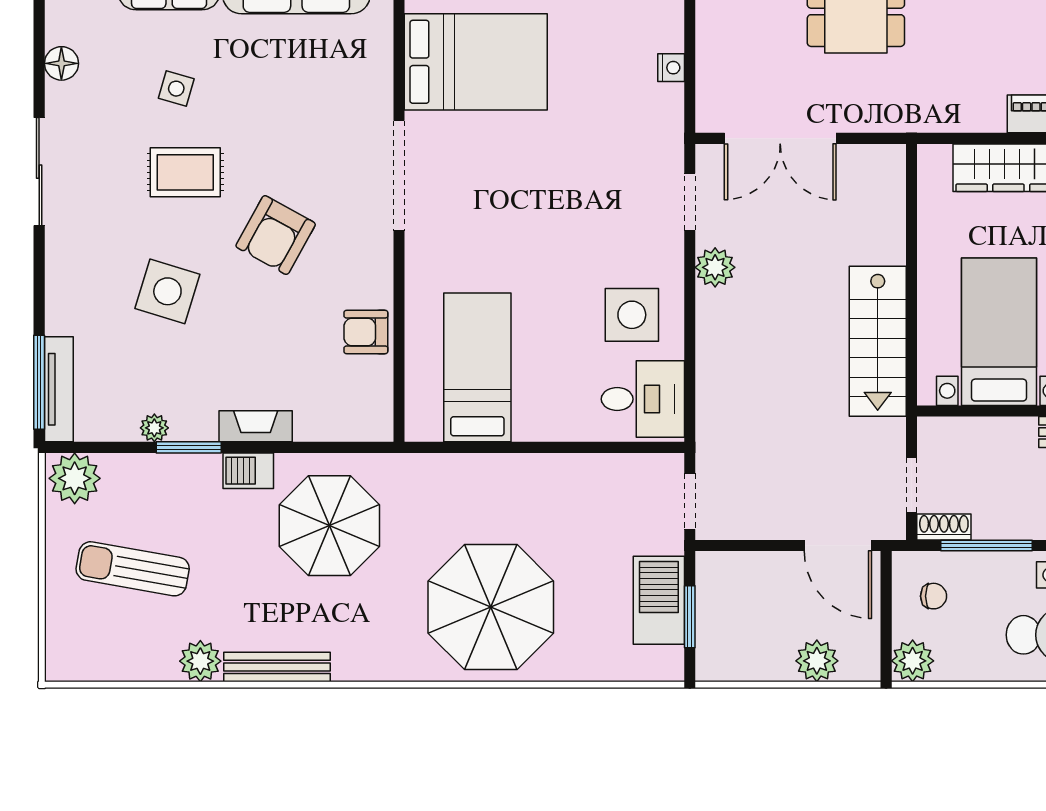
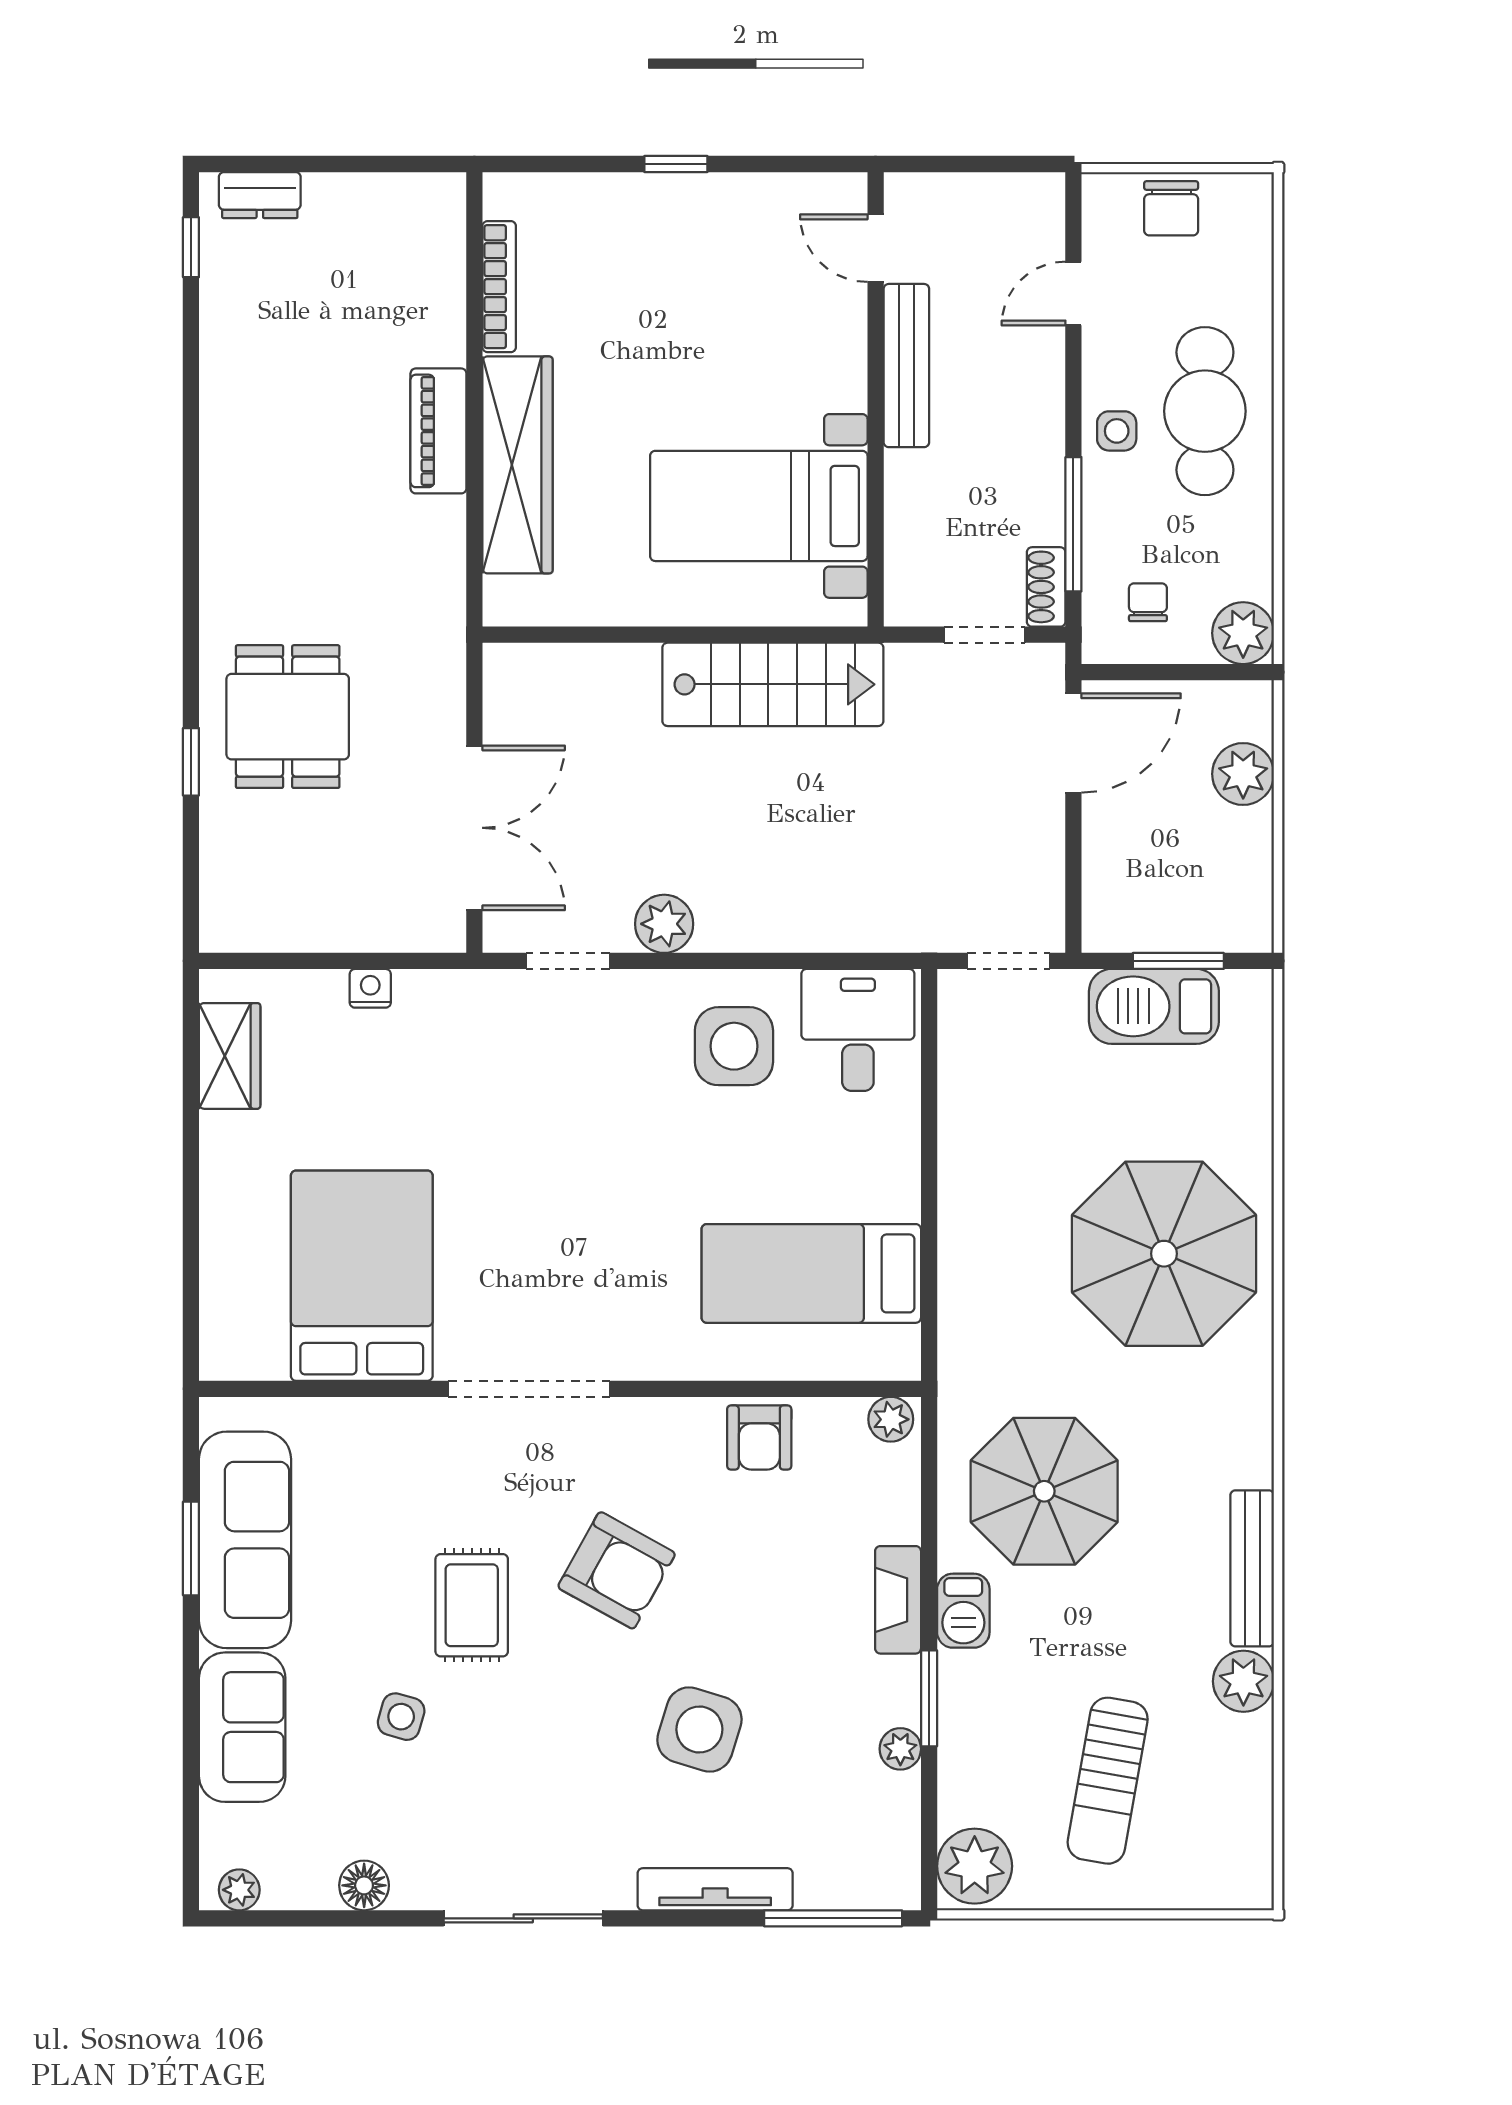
rug: (185, 172) -> (472, 1605), moved
tv unit: (59, 389) -> (715, 1889), moved
plant: (378, 421) -> (891, 1419), added

